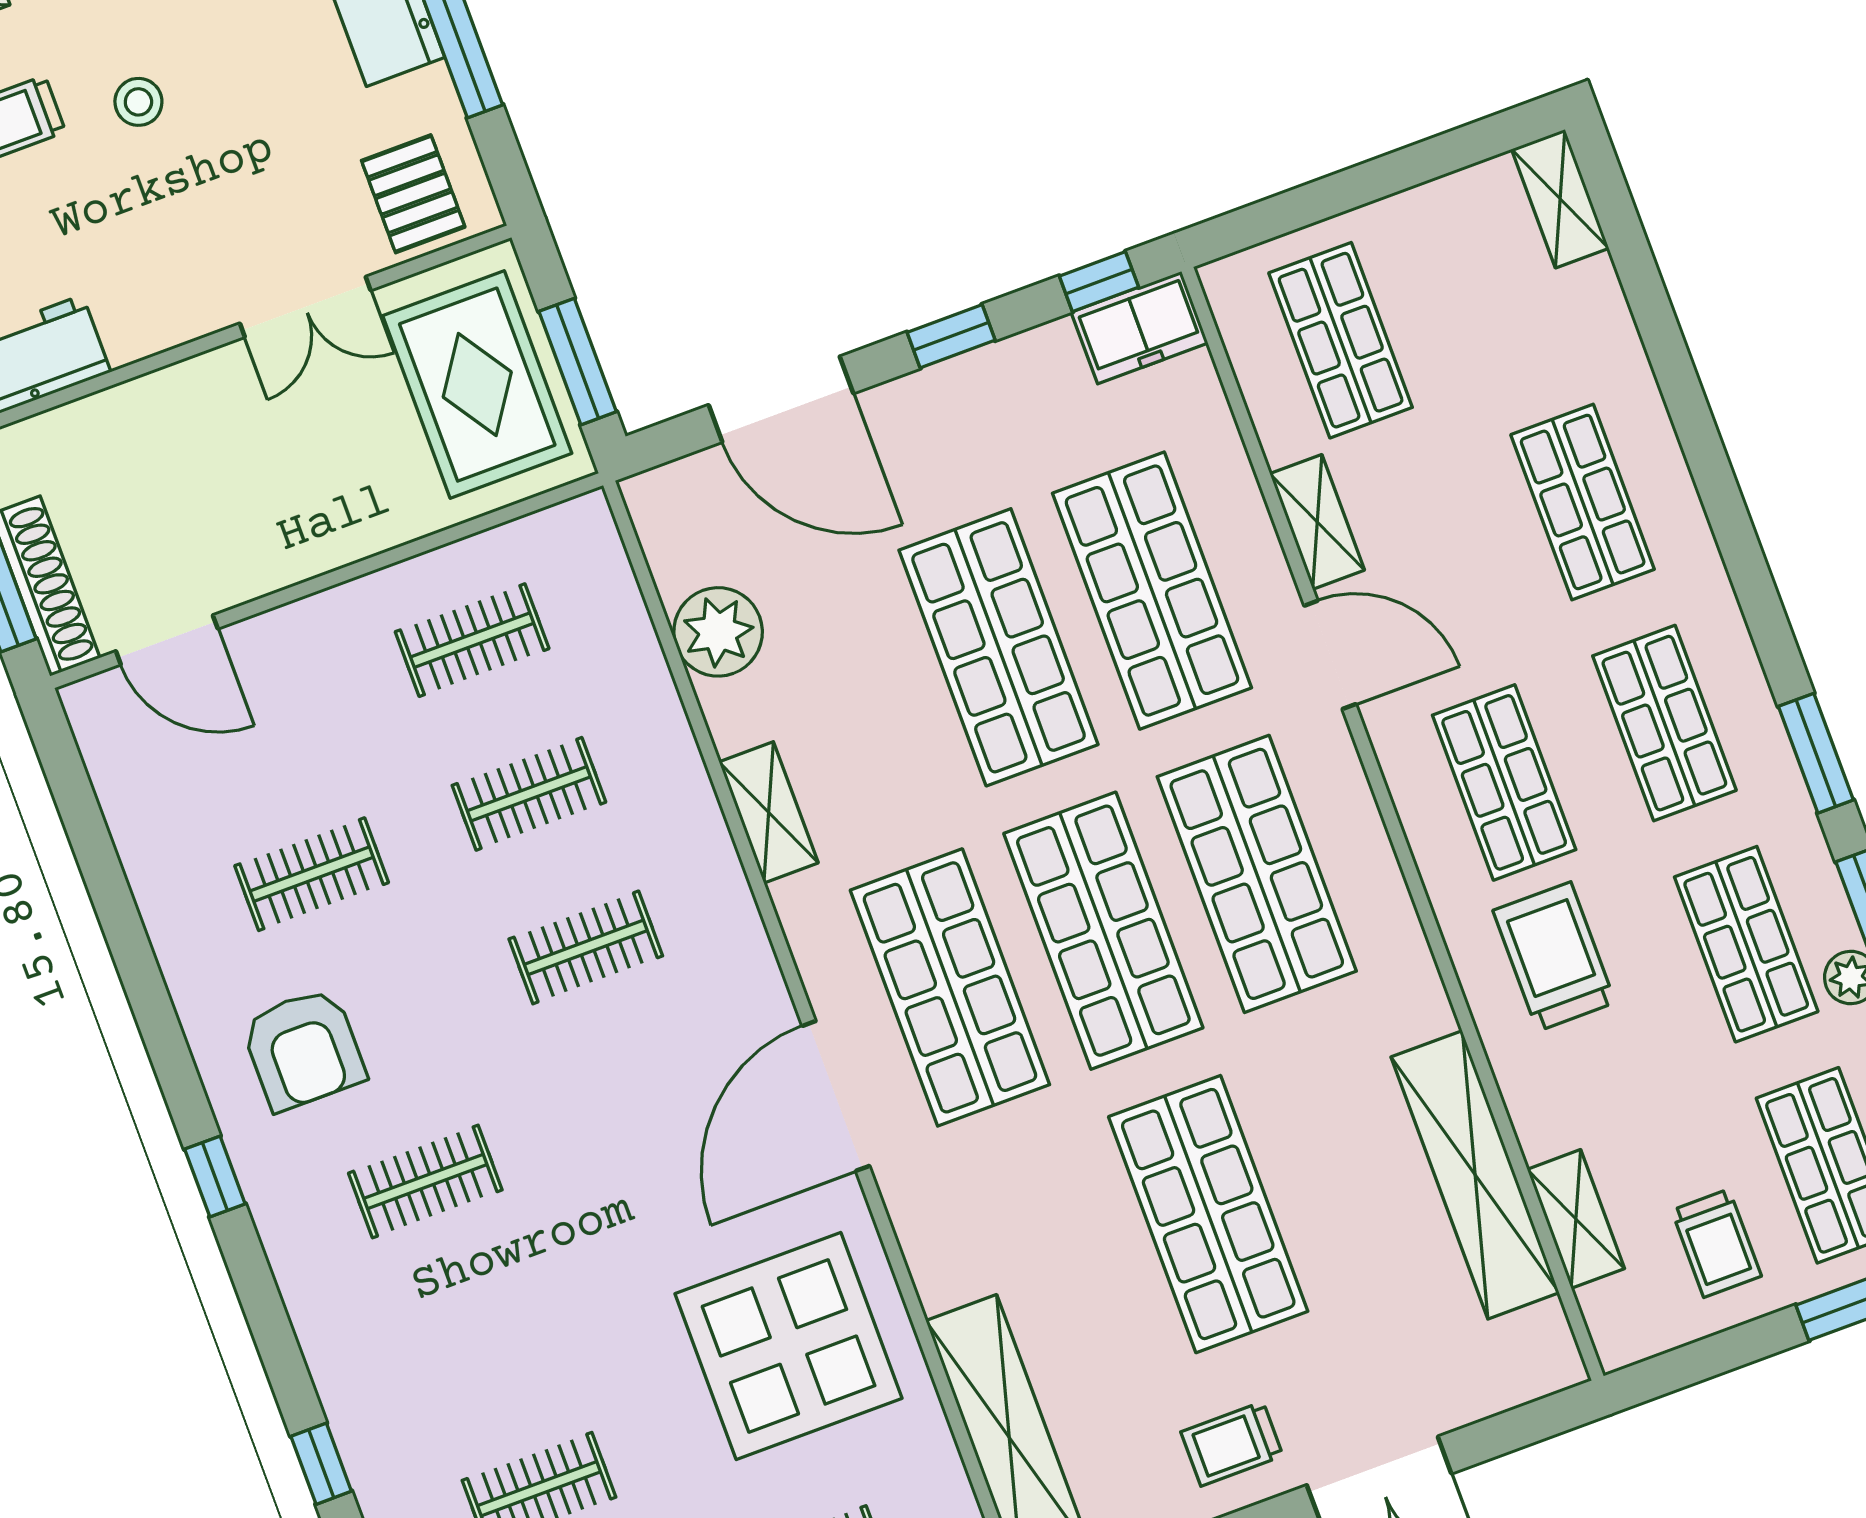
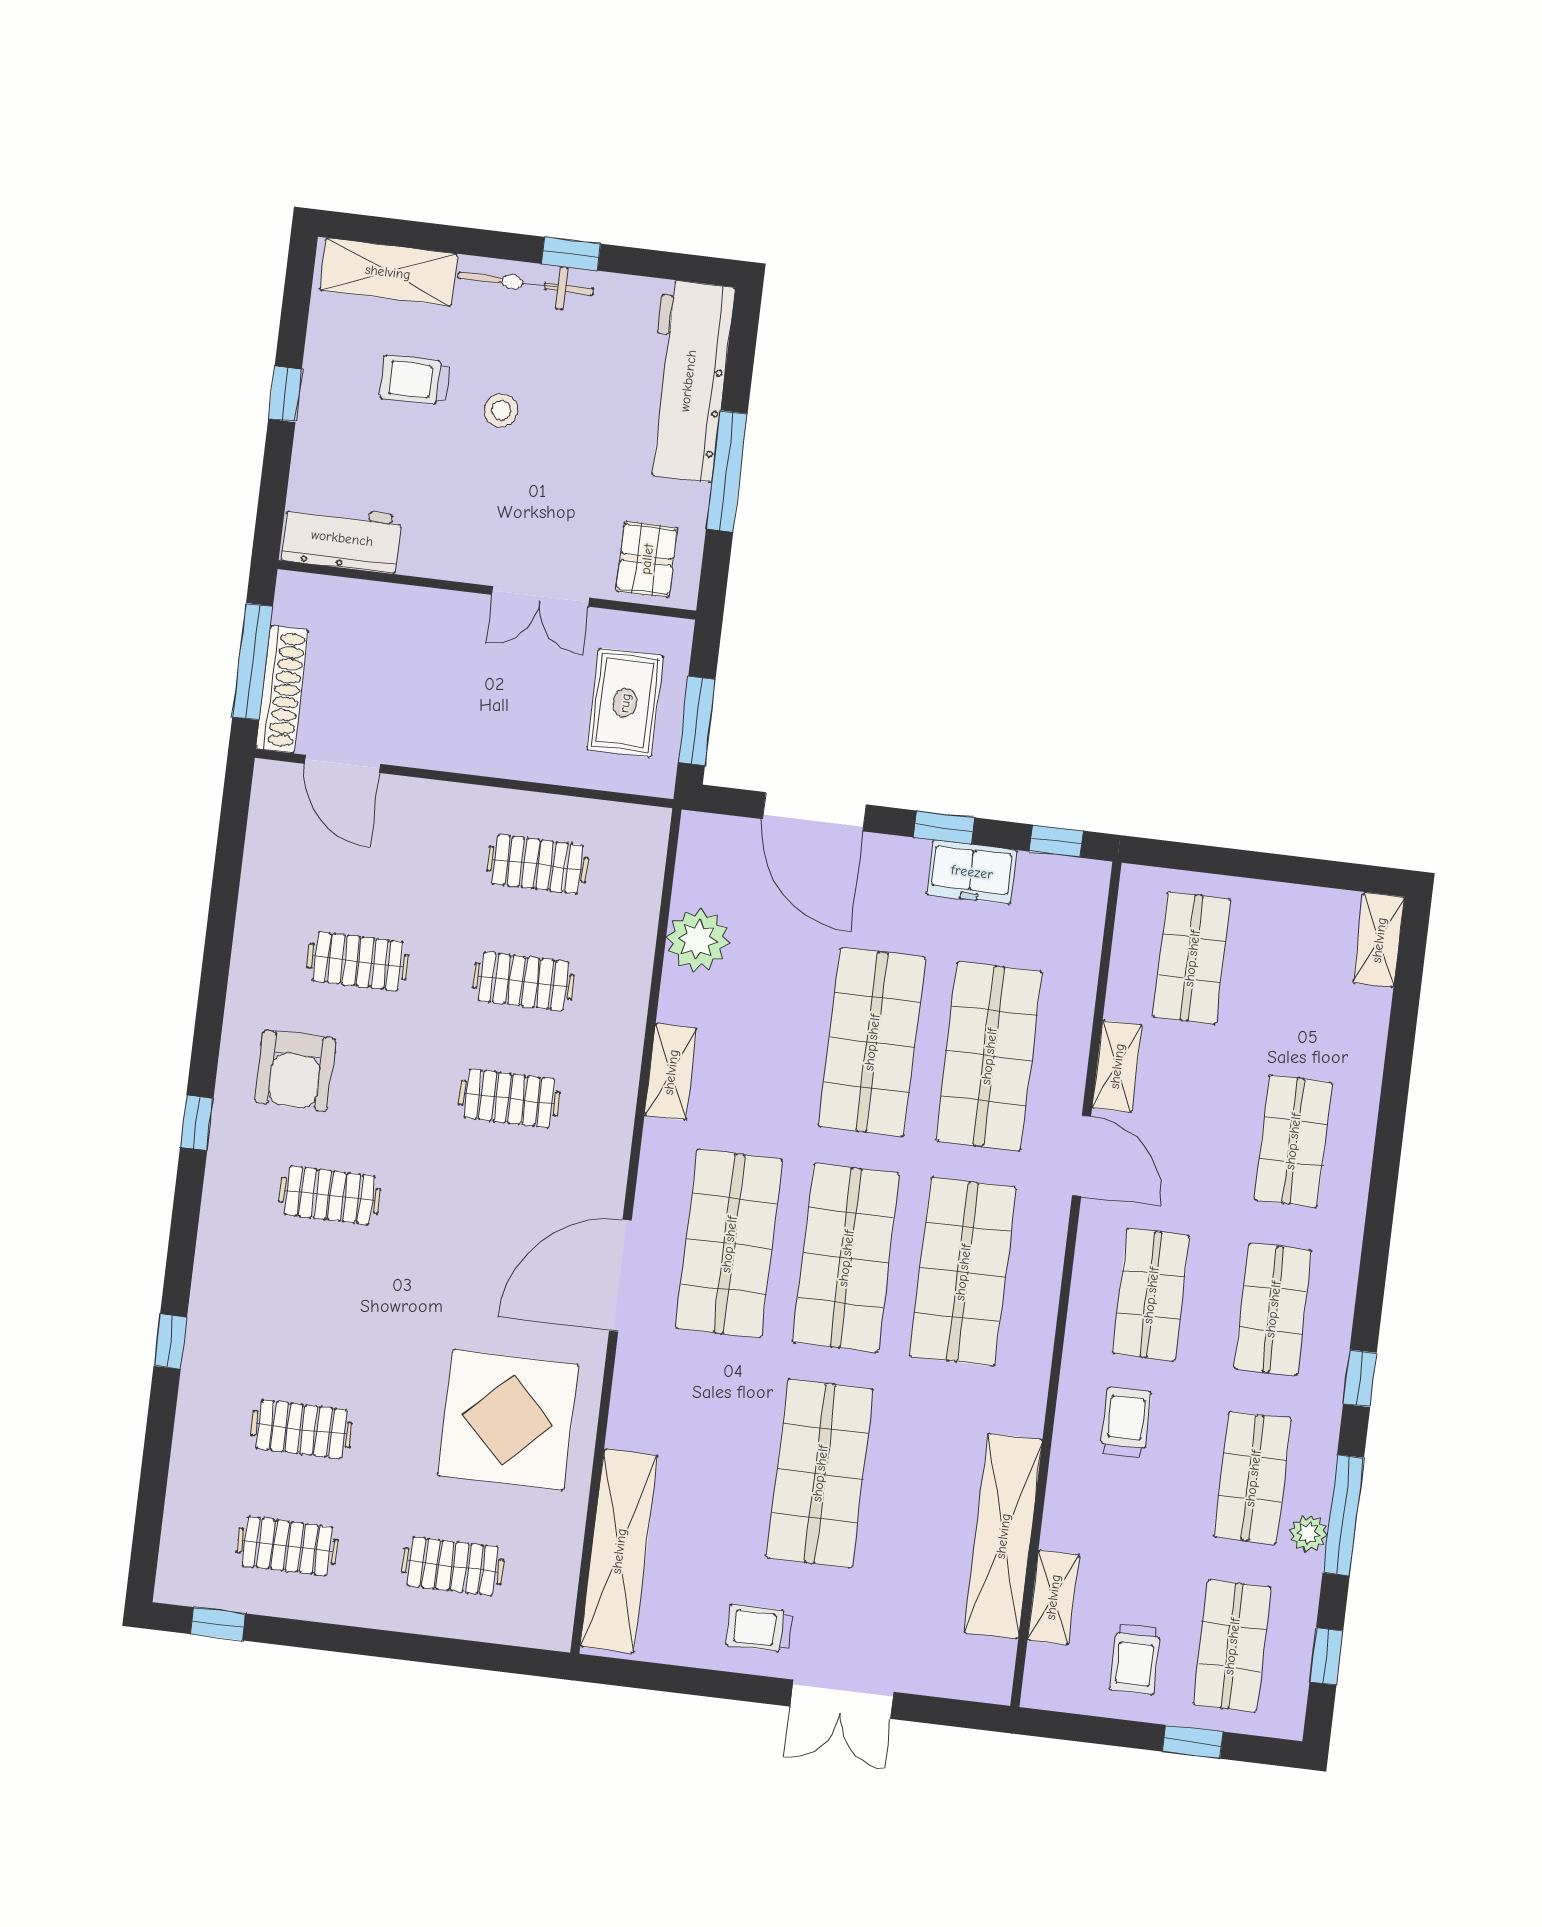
freezer: (1139, 328) -> (972, 872), moved
rug: (477, 385) -> (625, 703), width x0.73, depth x0.70
window: (1816, 753) -> (1360, 1378), width x0.67
trolley: (1554, 956) -> (1126, 1422), width x0.73, depth x0.72

